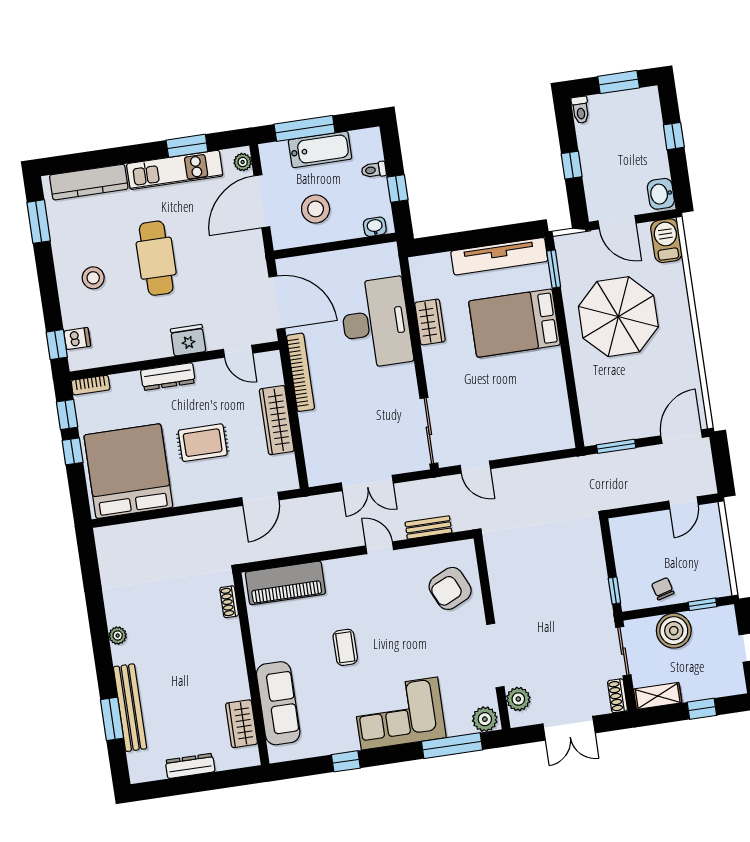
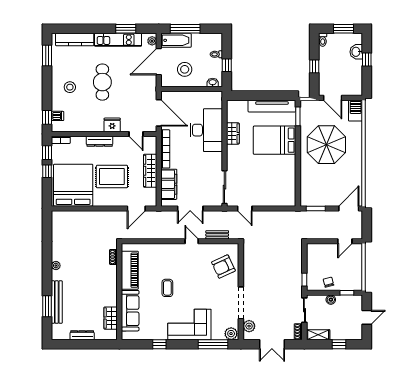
bathtub: (320, 149) -> (176, 40), moved
washbasin: (661, 194) -> (356, 52), moved
filing cabinet: (318, 441) -> (169, 184), added
rug: (203, 443) -> (112, 177), width x1.36, depth x1.43
piano: (285, 583) -> (130, 270), moved, turned -90
boiler: (674, 631) -> (331, 300), width x0.54, depth x0.54

